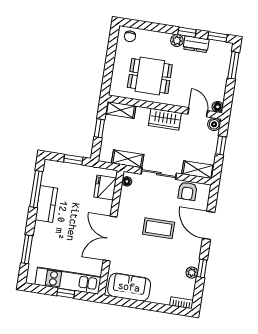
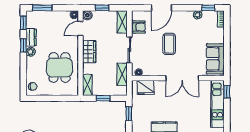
window: (202, 268) -> (208, 8), moved
window: (66, 293) -> (227, 92), moved

